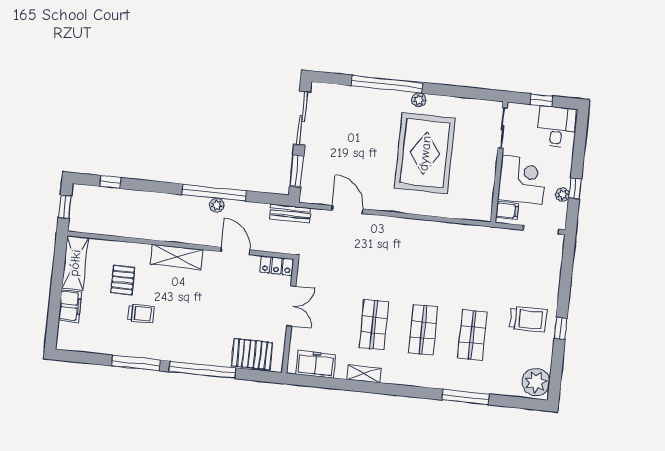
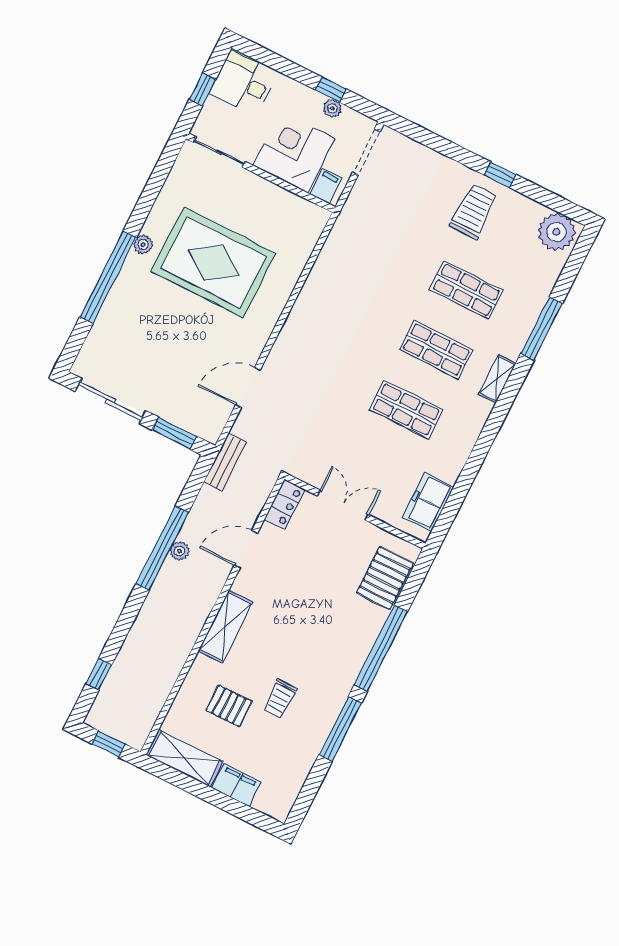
trolley: (141, 314) -> (280, 699), turned 180
shelving: (364, 374) -> (497, 379), moved

